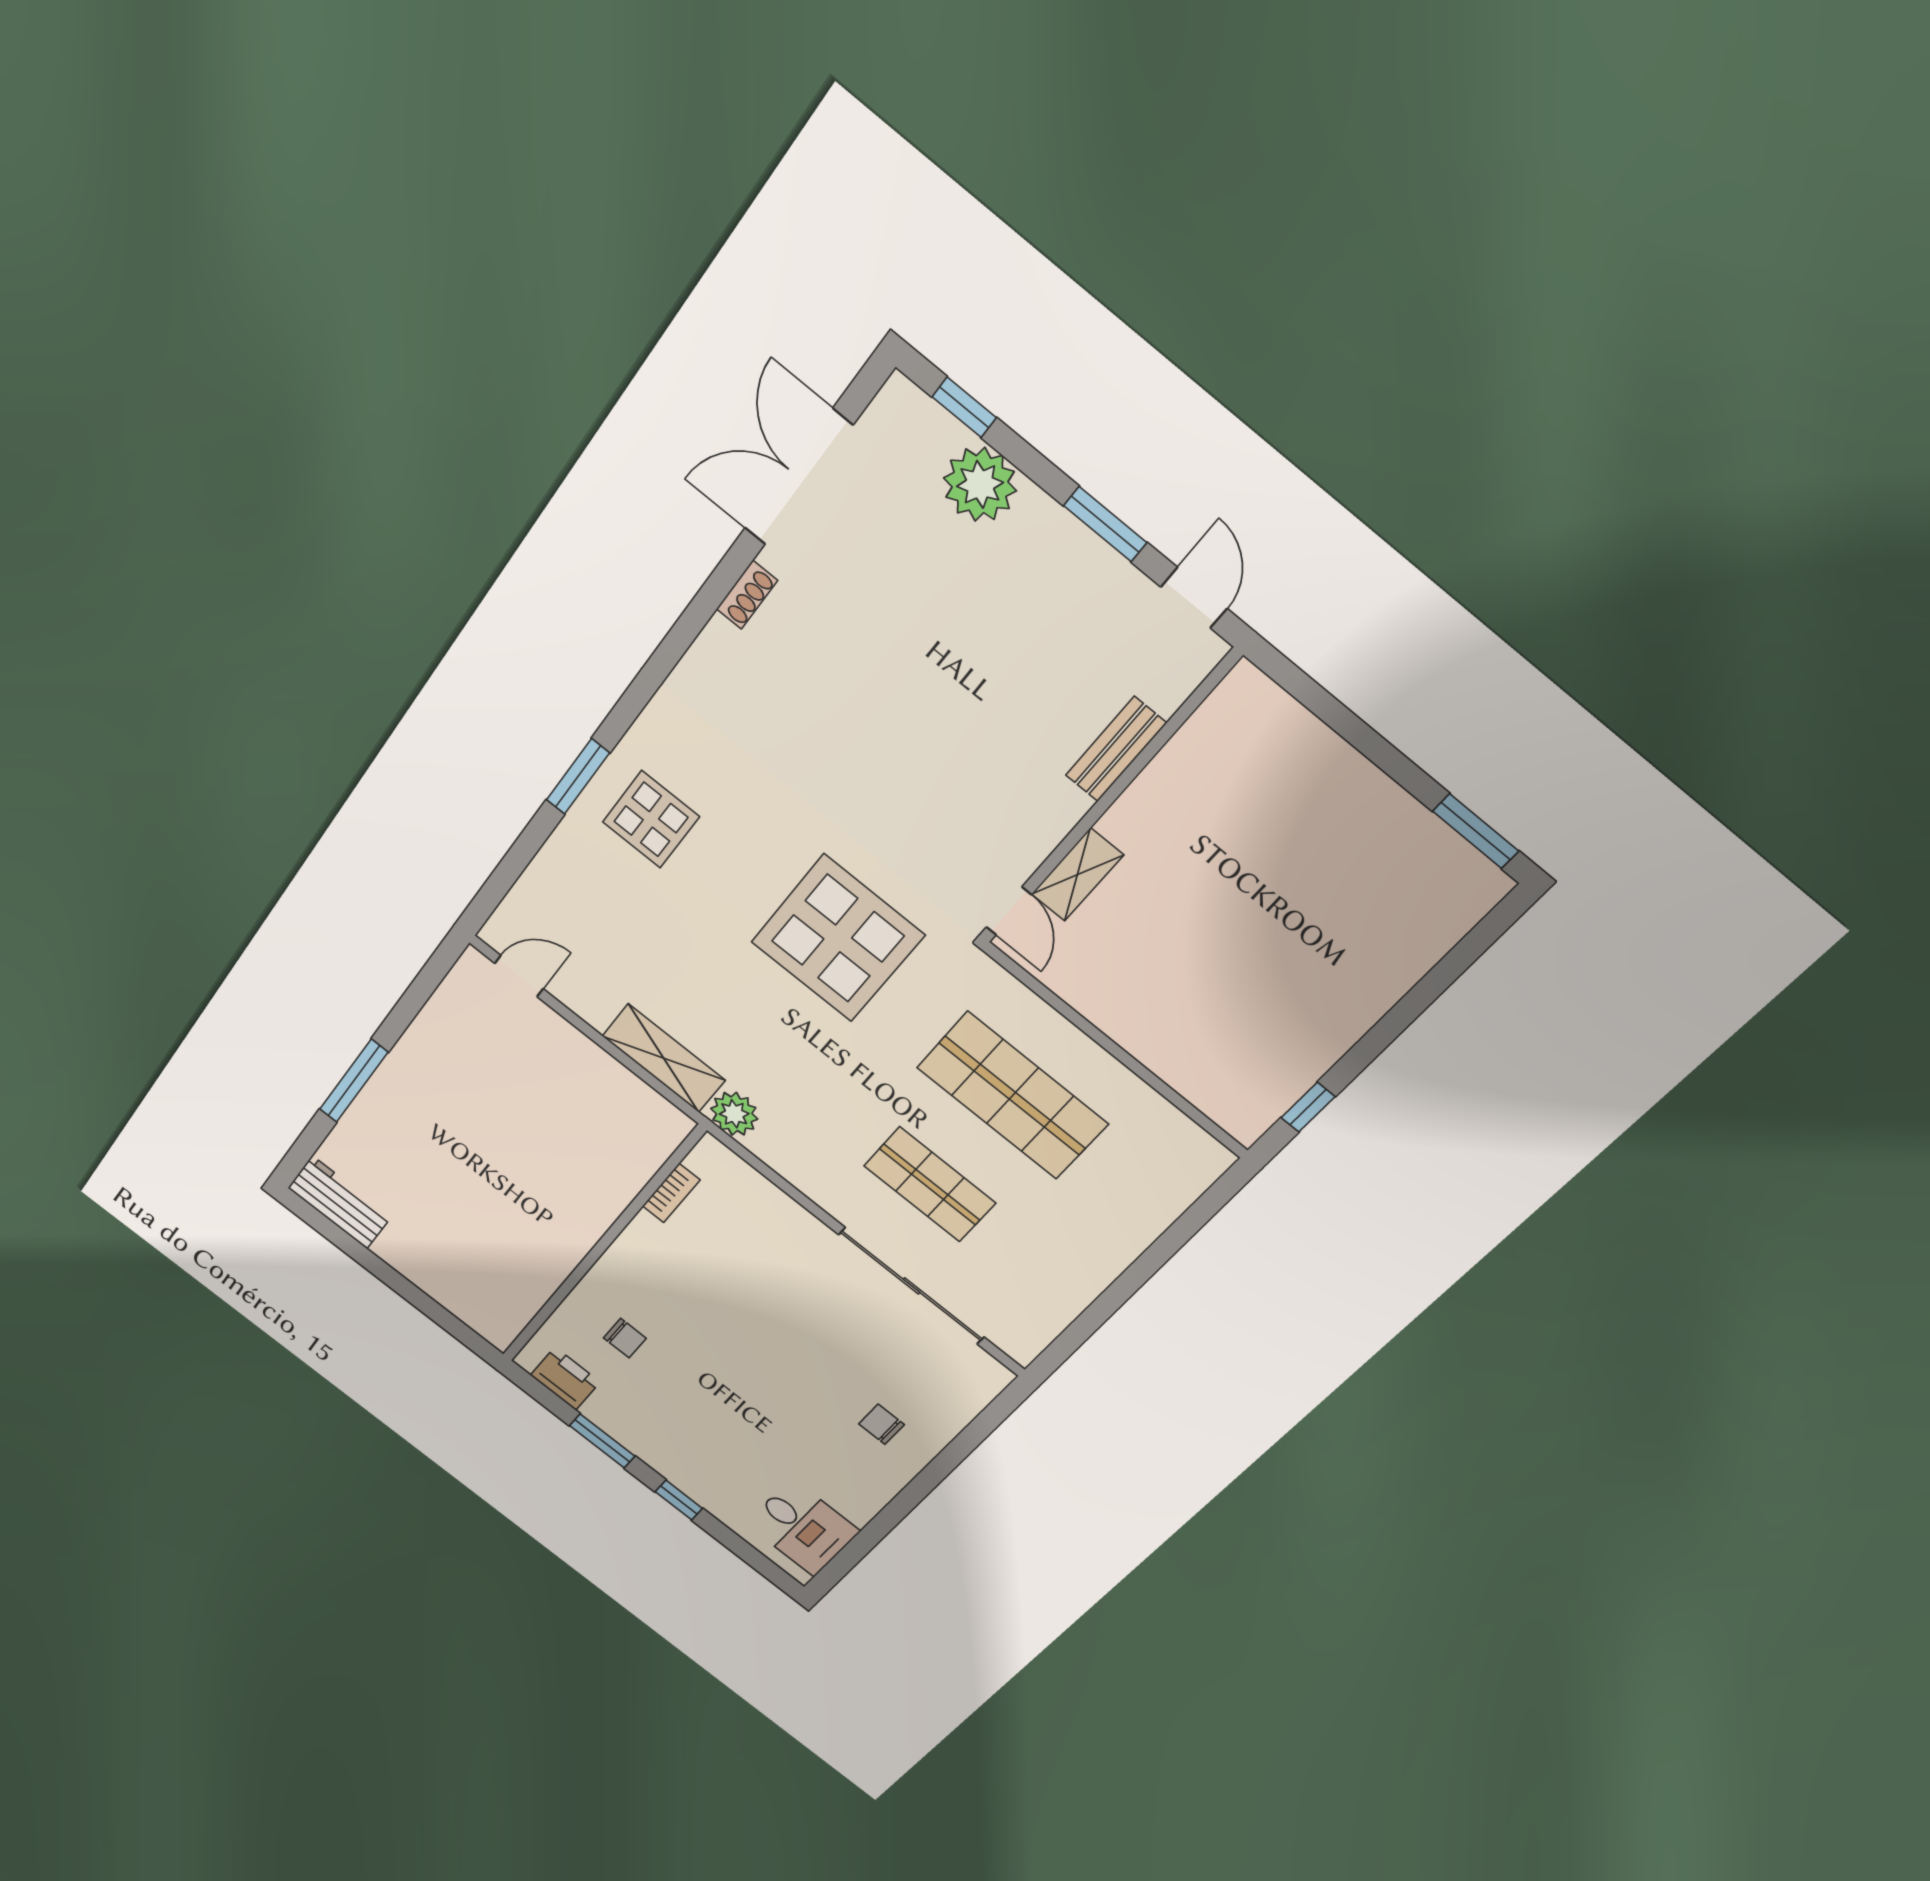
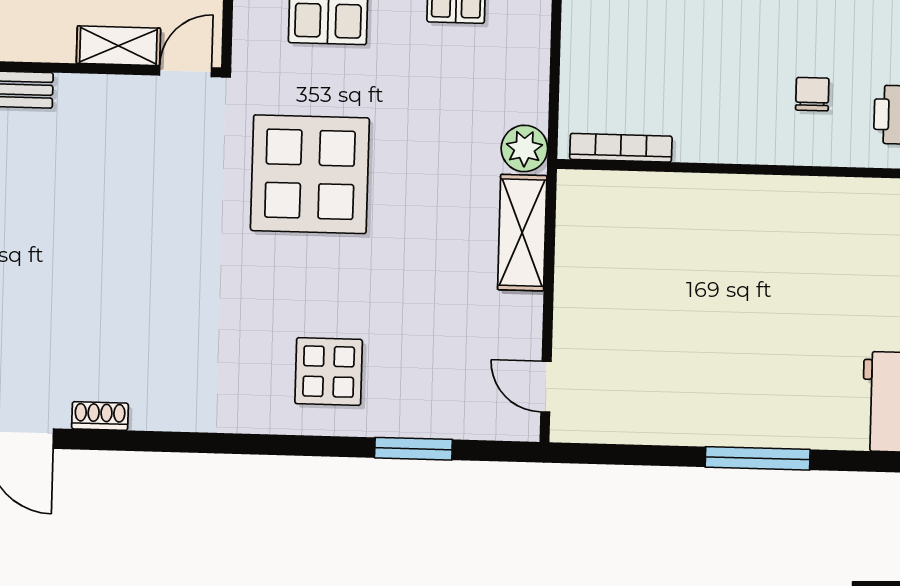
window: (578, 776) -> (413, 449), moved
bookcase: (671, 1193) -> (621, 148), width x1.56

